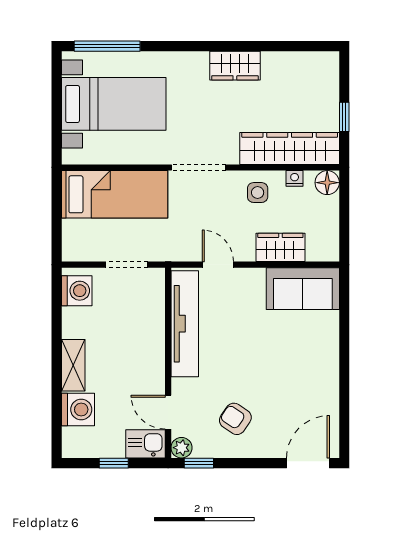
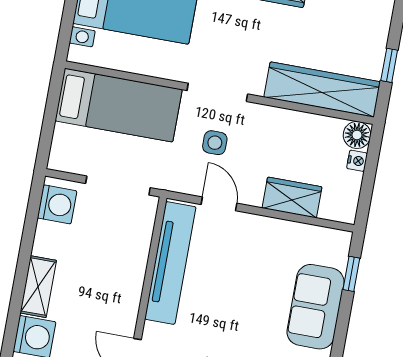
nightstand: (295, 178) -> (357, 161), moved, turned 90
side table: (258, 193) -> (215, 143), moved
doorway: (127, 265) -> (118, 186), width x1.38
sofa: (303, 289) -> (315, 307), moved, turned 90
window: (344, 305) -> (351, 274), added

